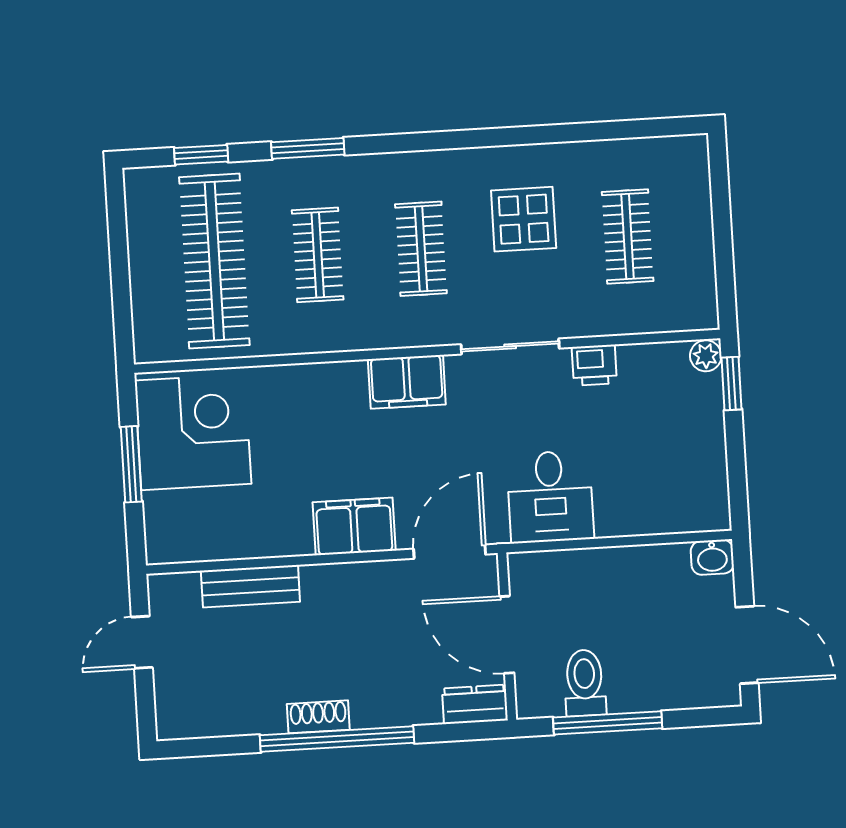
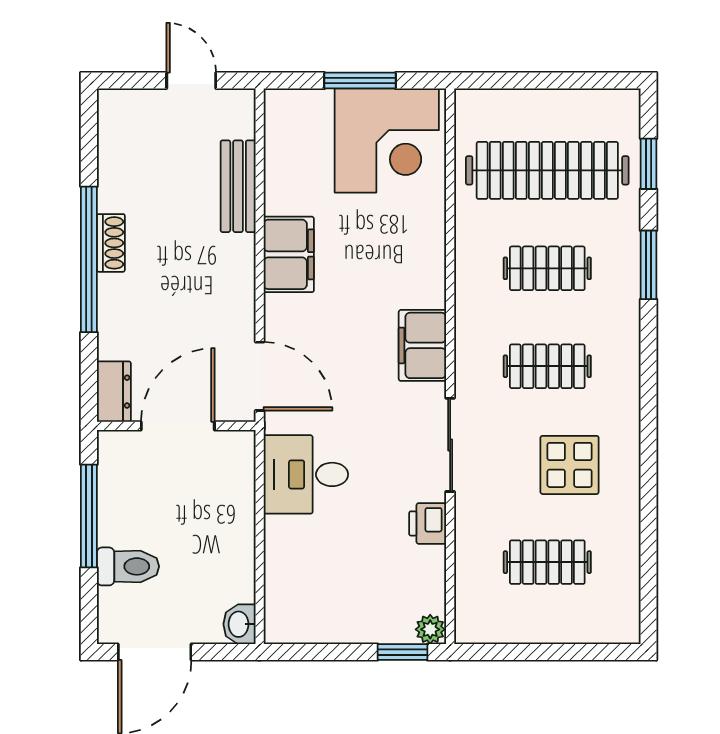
filing cabinet: (354, 526) -> (289, 254), moved
toilet: (585, 683) -> (128, 566), moved

